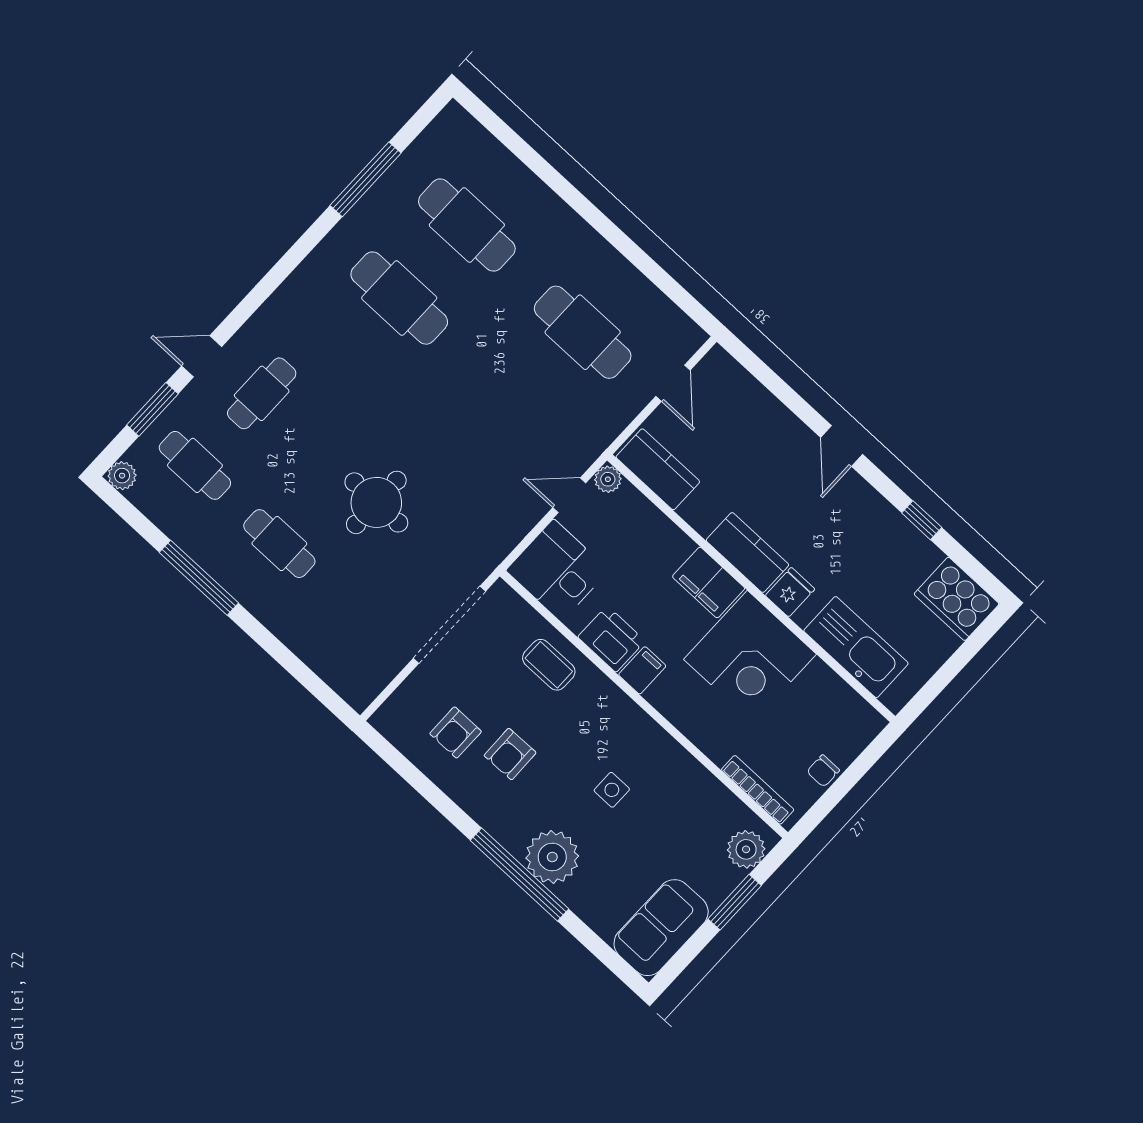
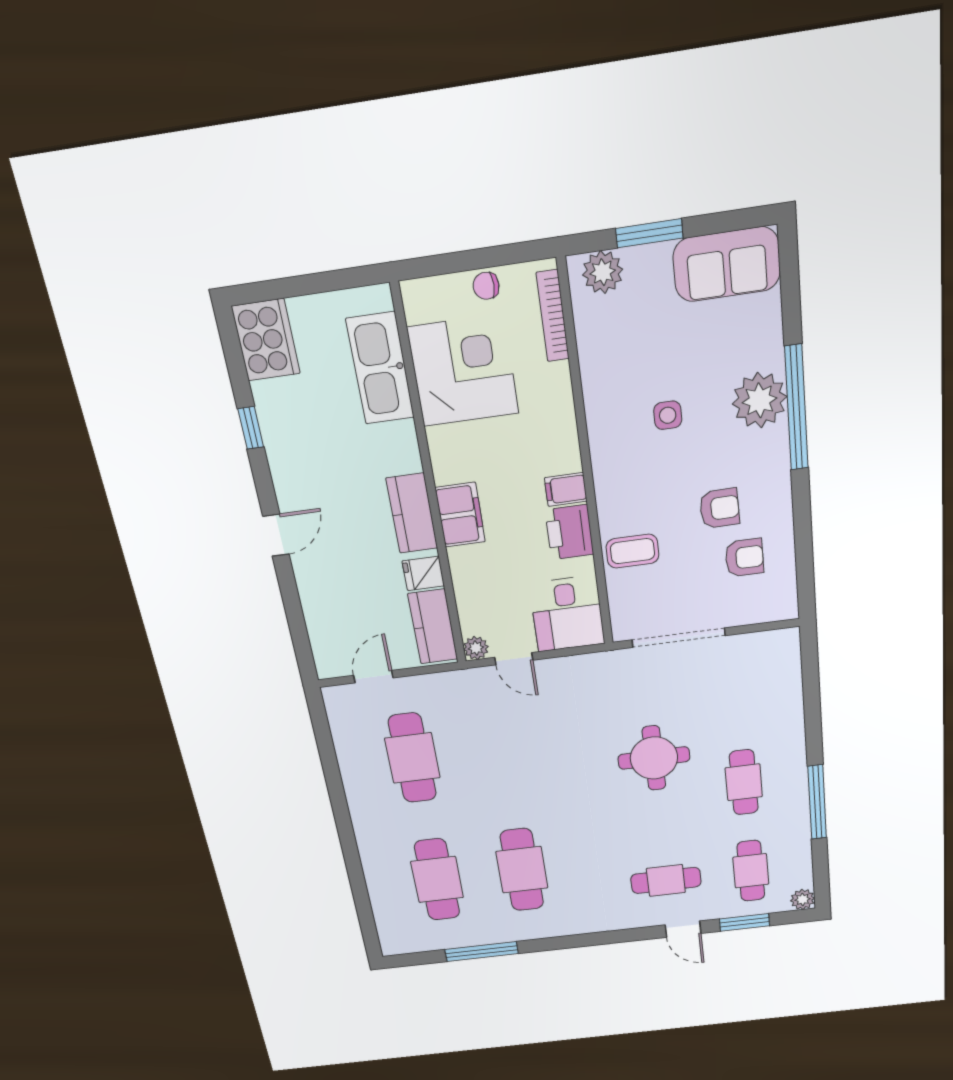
fridge: (790, 592) -> (423, 573), moved
corner desk: (750, 657) -> (463, 371), moved
coffee table: (549, 665) -> (632, 551), turned 90
chair: (823, 771) -> (486, 286), turned 180

